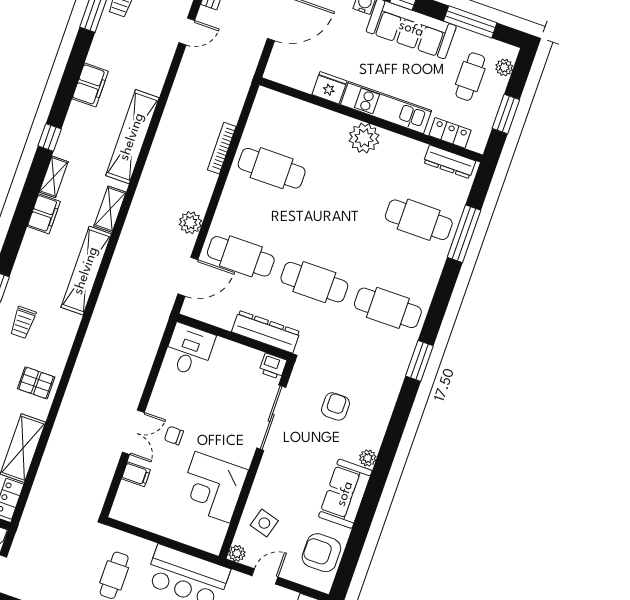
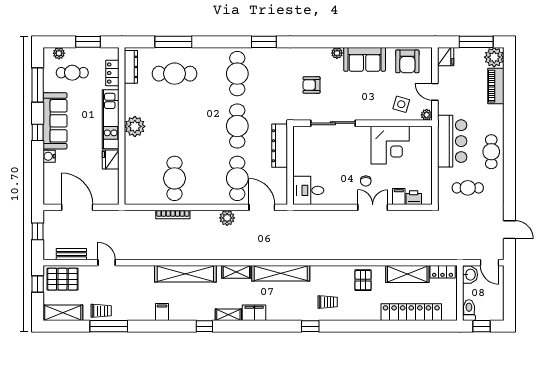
filing cabinet: (90, 85) -> (162, 312), width x0.50
cafe table: (419, 220) -> (174, 74), turned 90
printer: (273, 366) -> (414, 198), moved, turned -90

